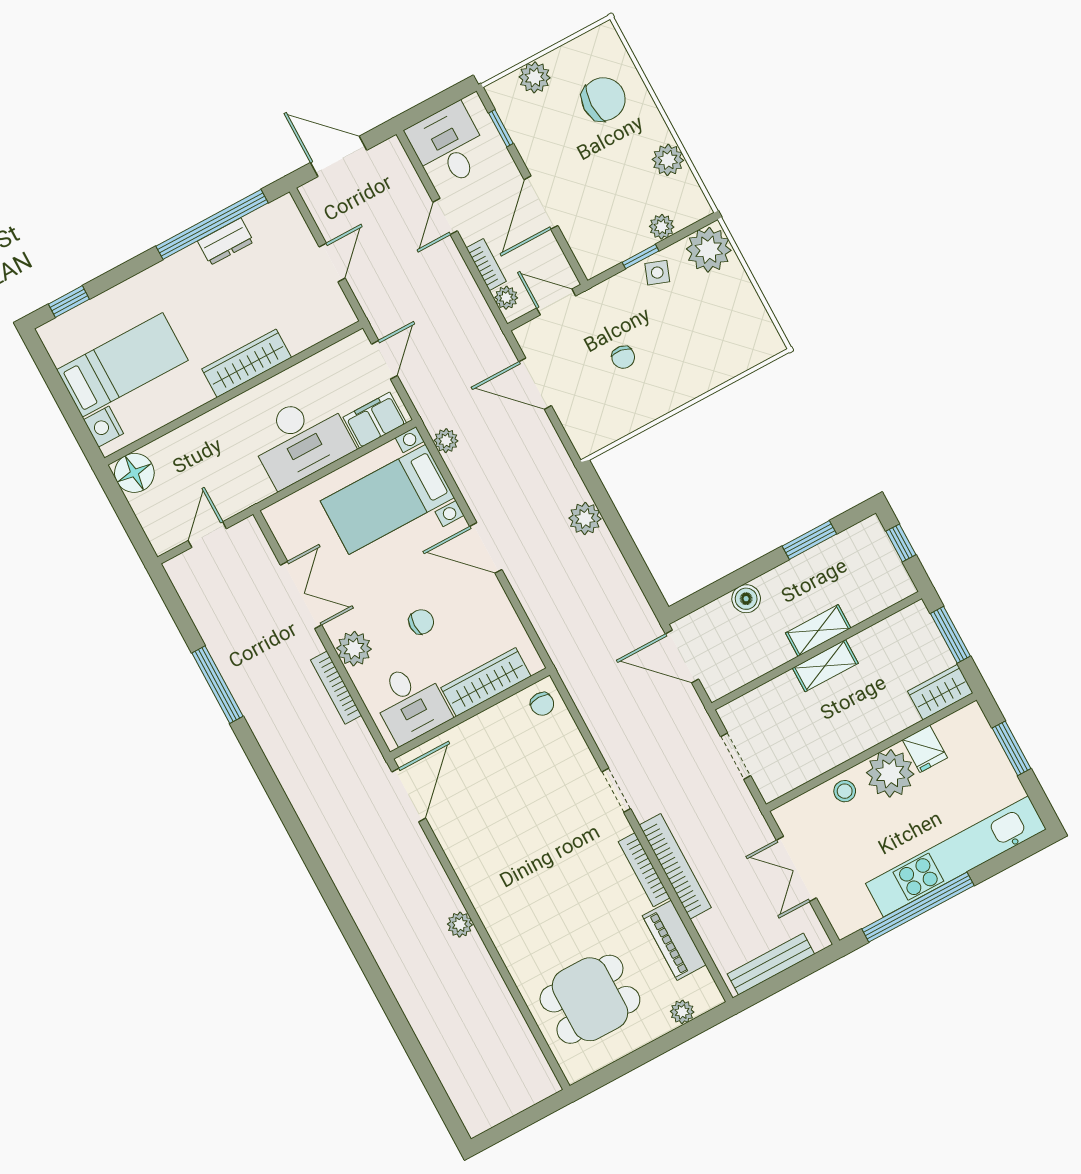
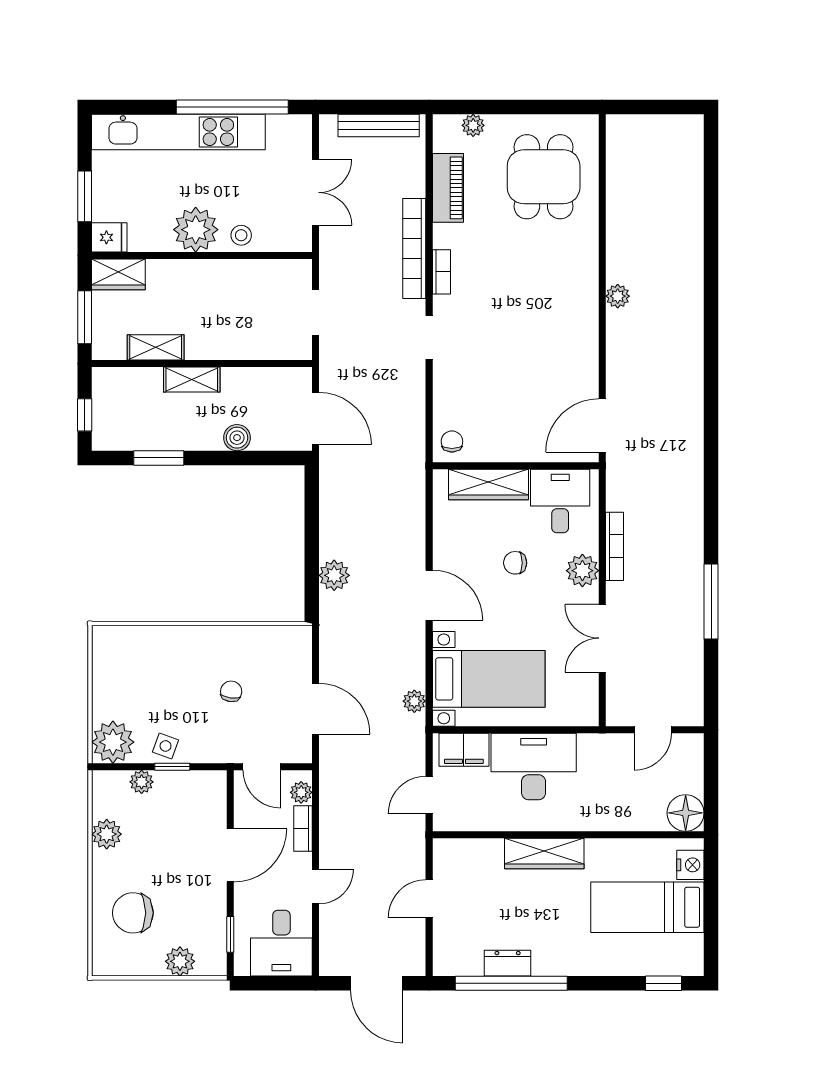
shelving: (825, 666) -> (156, 347), moved
fridge: (925, 749) -> (109, 237), moved, turned 90
bookcase: (644, 870) -> (441, 272), width x0.64
dining table: (590, 999) -> (544, 177), turned 90

